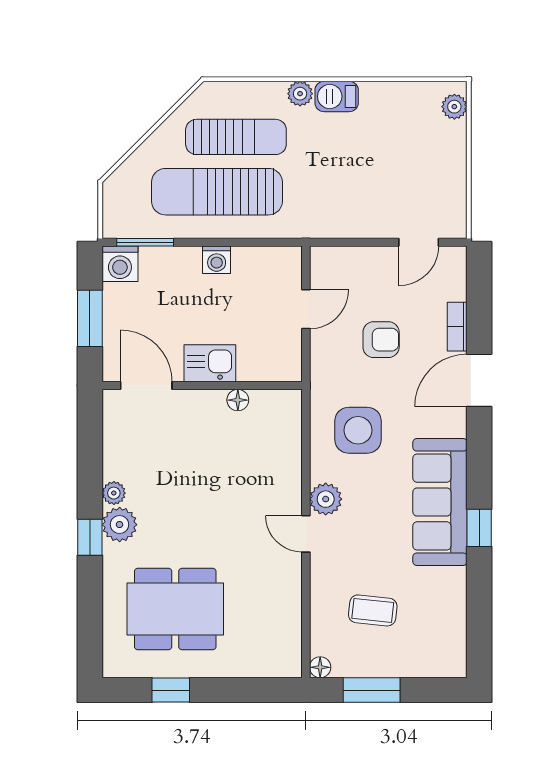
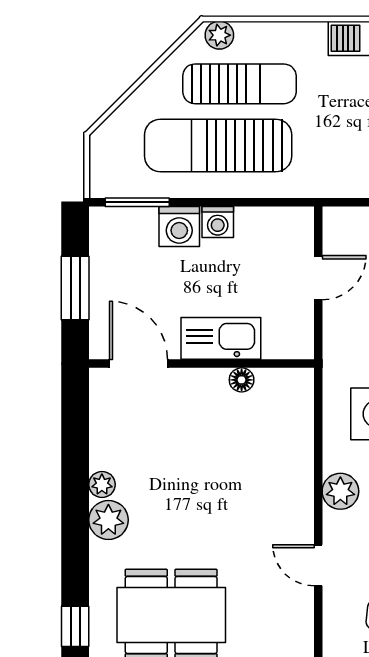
plant: (300, 94) -> (219, 35), moved
washing machine: (120, 264) -> (179, 226), moved
kitchen sink: (210, 363) -> (221, 338), width x1.38
door: (306, 534) -> (318, 565), moved
window: (90, 537) -> (75, 626), moved

